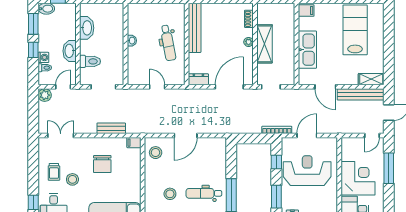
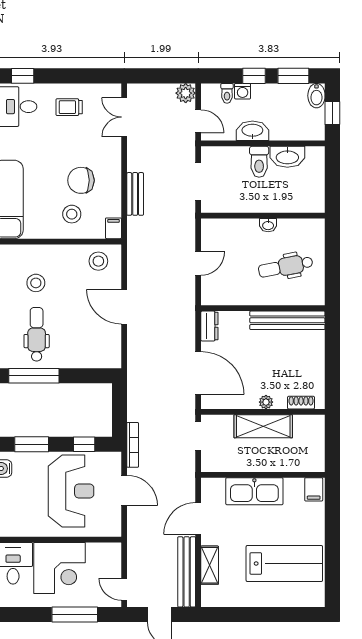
dental chair: (168, 43) -> (286, 267), moved
toilet: (90, 61) -> (259, 162), moved
shelving: (371, 79) -> (210, 565), moved
double door: (61, 136) -> (124, 117), swing flipped
stool: (72, 179) -> (72, 214), moved

